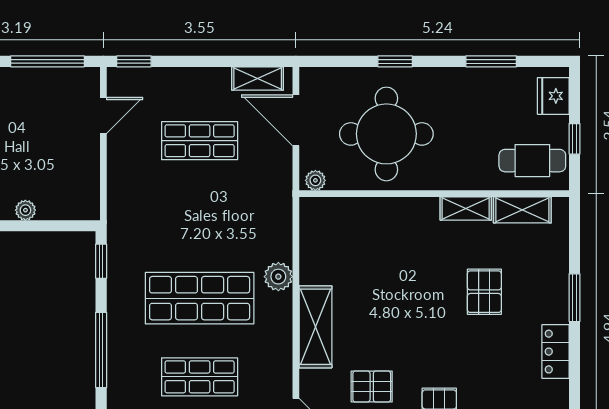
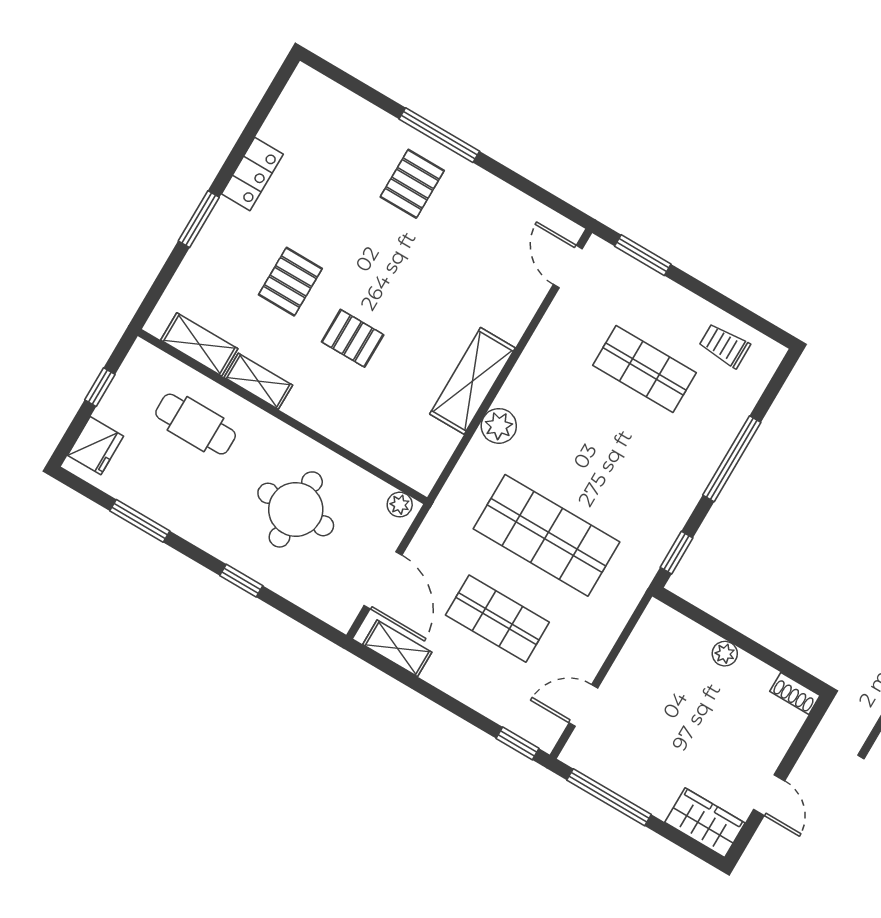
round table: (386, 134) -> (296, 509), width x0.73, depth x0.73
cafe table: (532, 161) -> (196, 424), moved
shop shelf: (200, 298) -> (546, 535), moved
shelving: (315, 327) -> (472, 381), moved
pallet: (372, 386) -> (353, 338), moved

